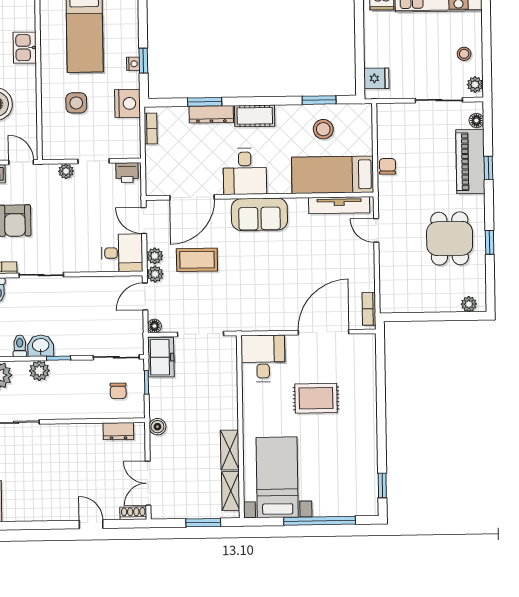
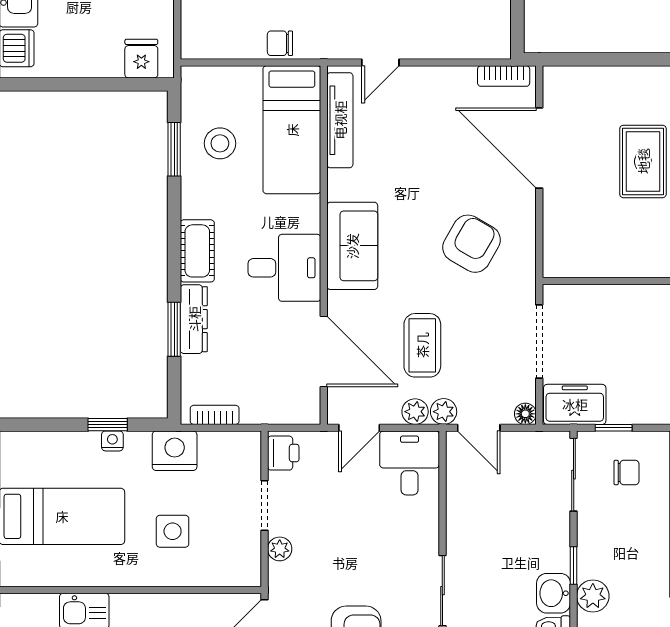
armchair: (262, 290) -> (472, 244), added
desk: (263, 358) -> (579, 244), removed

